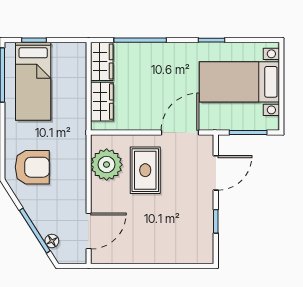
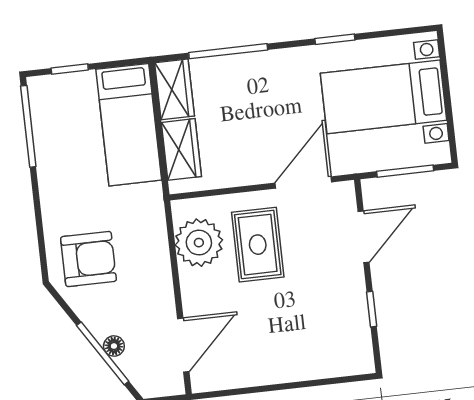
bed: (33, 81) -> (129, 125), moved
floor lamp: (52, 241) -> (114, 346), moved

